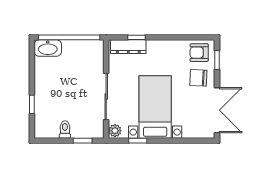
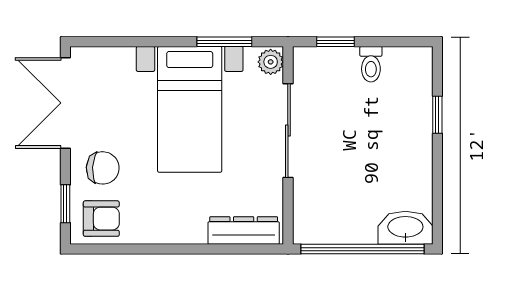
window: (137, 37) -> (227, 249), removed
window: (138, 141) -> (224, 42), width x1.50

